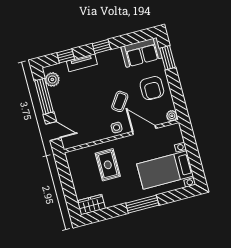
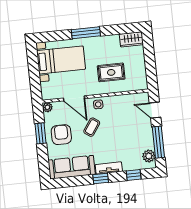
sofa: (141, 52) -> (72, 167), width x1.36
window: (168, 58) -> (41, 133), moved
tv unit: (82, 63) -> (109, 168), moved
rug: (108, 165) -> (111, 72), turned 90

